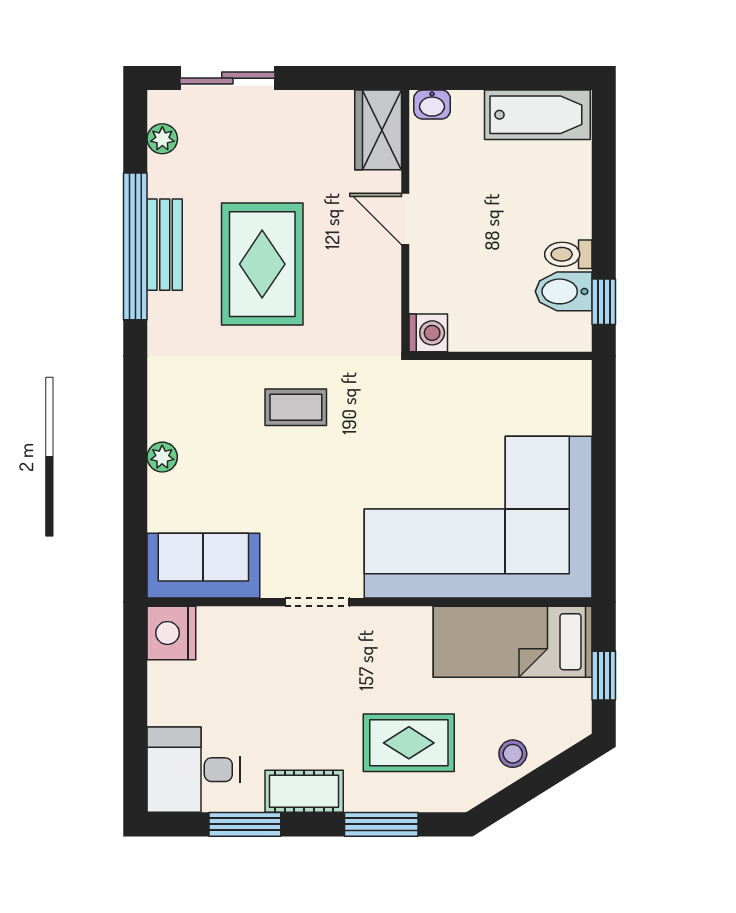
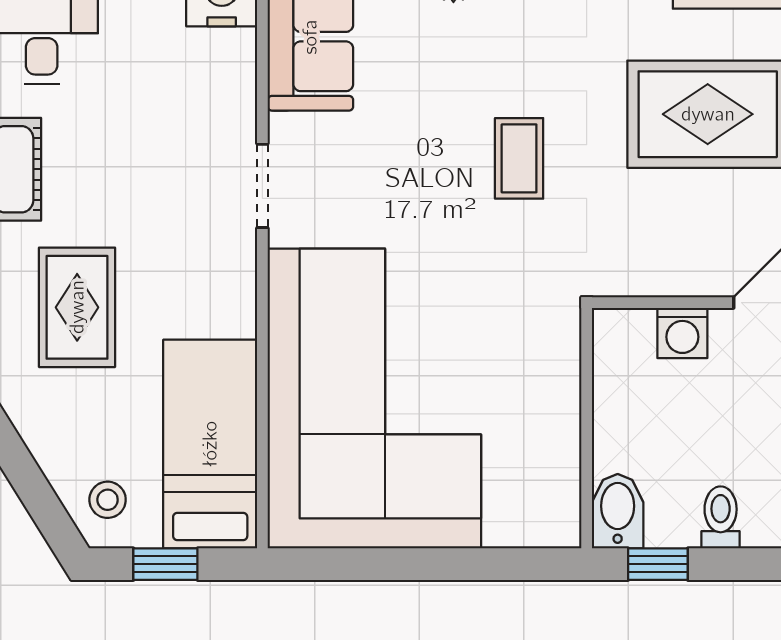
bidet: (564, 291) -> (618, 511), moved
washing machine: (428, 333) -> (682, 333), moved
stool: (513, 754) -> (108, 500), moved

